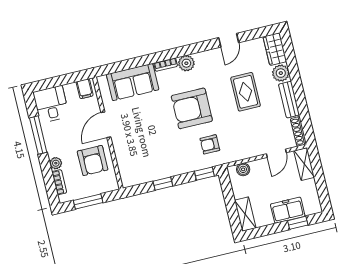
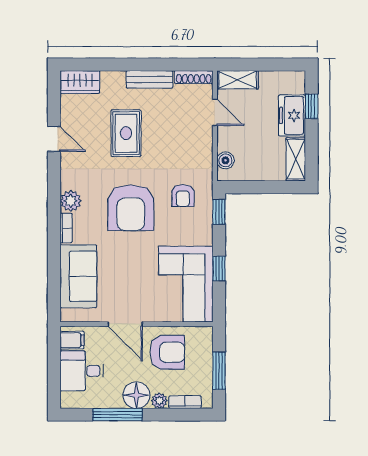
plant: (281, 73) -> (113, 82), removed
rug: (246, 92) -> (126, 133), turned 90
desk: (51, 104) -> (82, 371), moved
floor lamp: (56, 145) -> (136, 395), added
corner sofa: (146, 162) -> (186, 284), added
shelving: (245, 214) -> (296, 159), moved, turned 90

